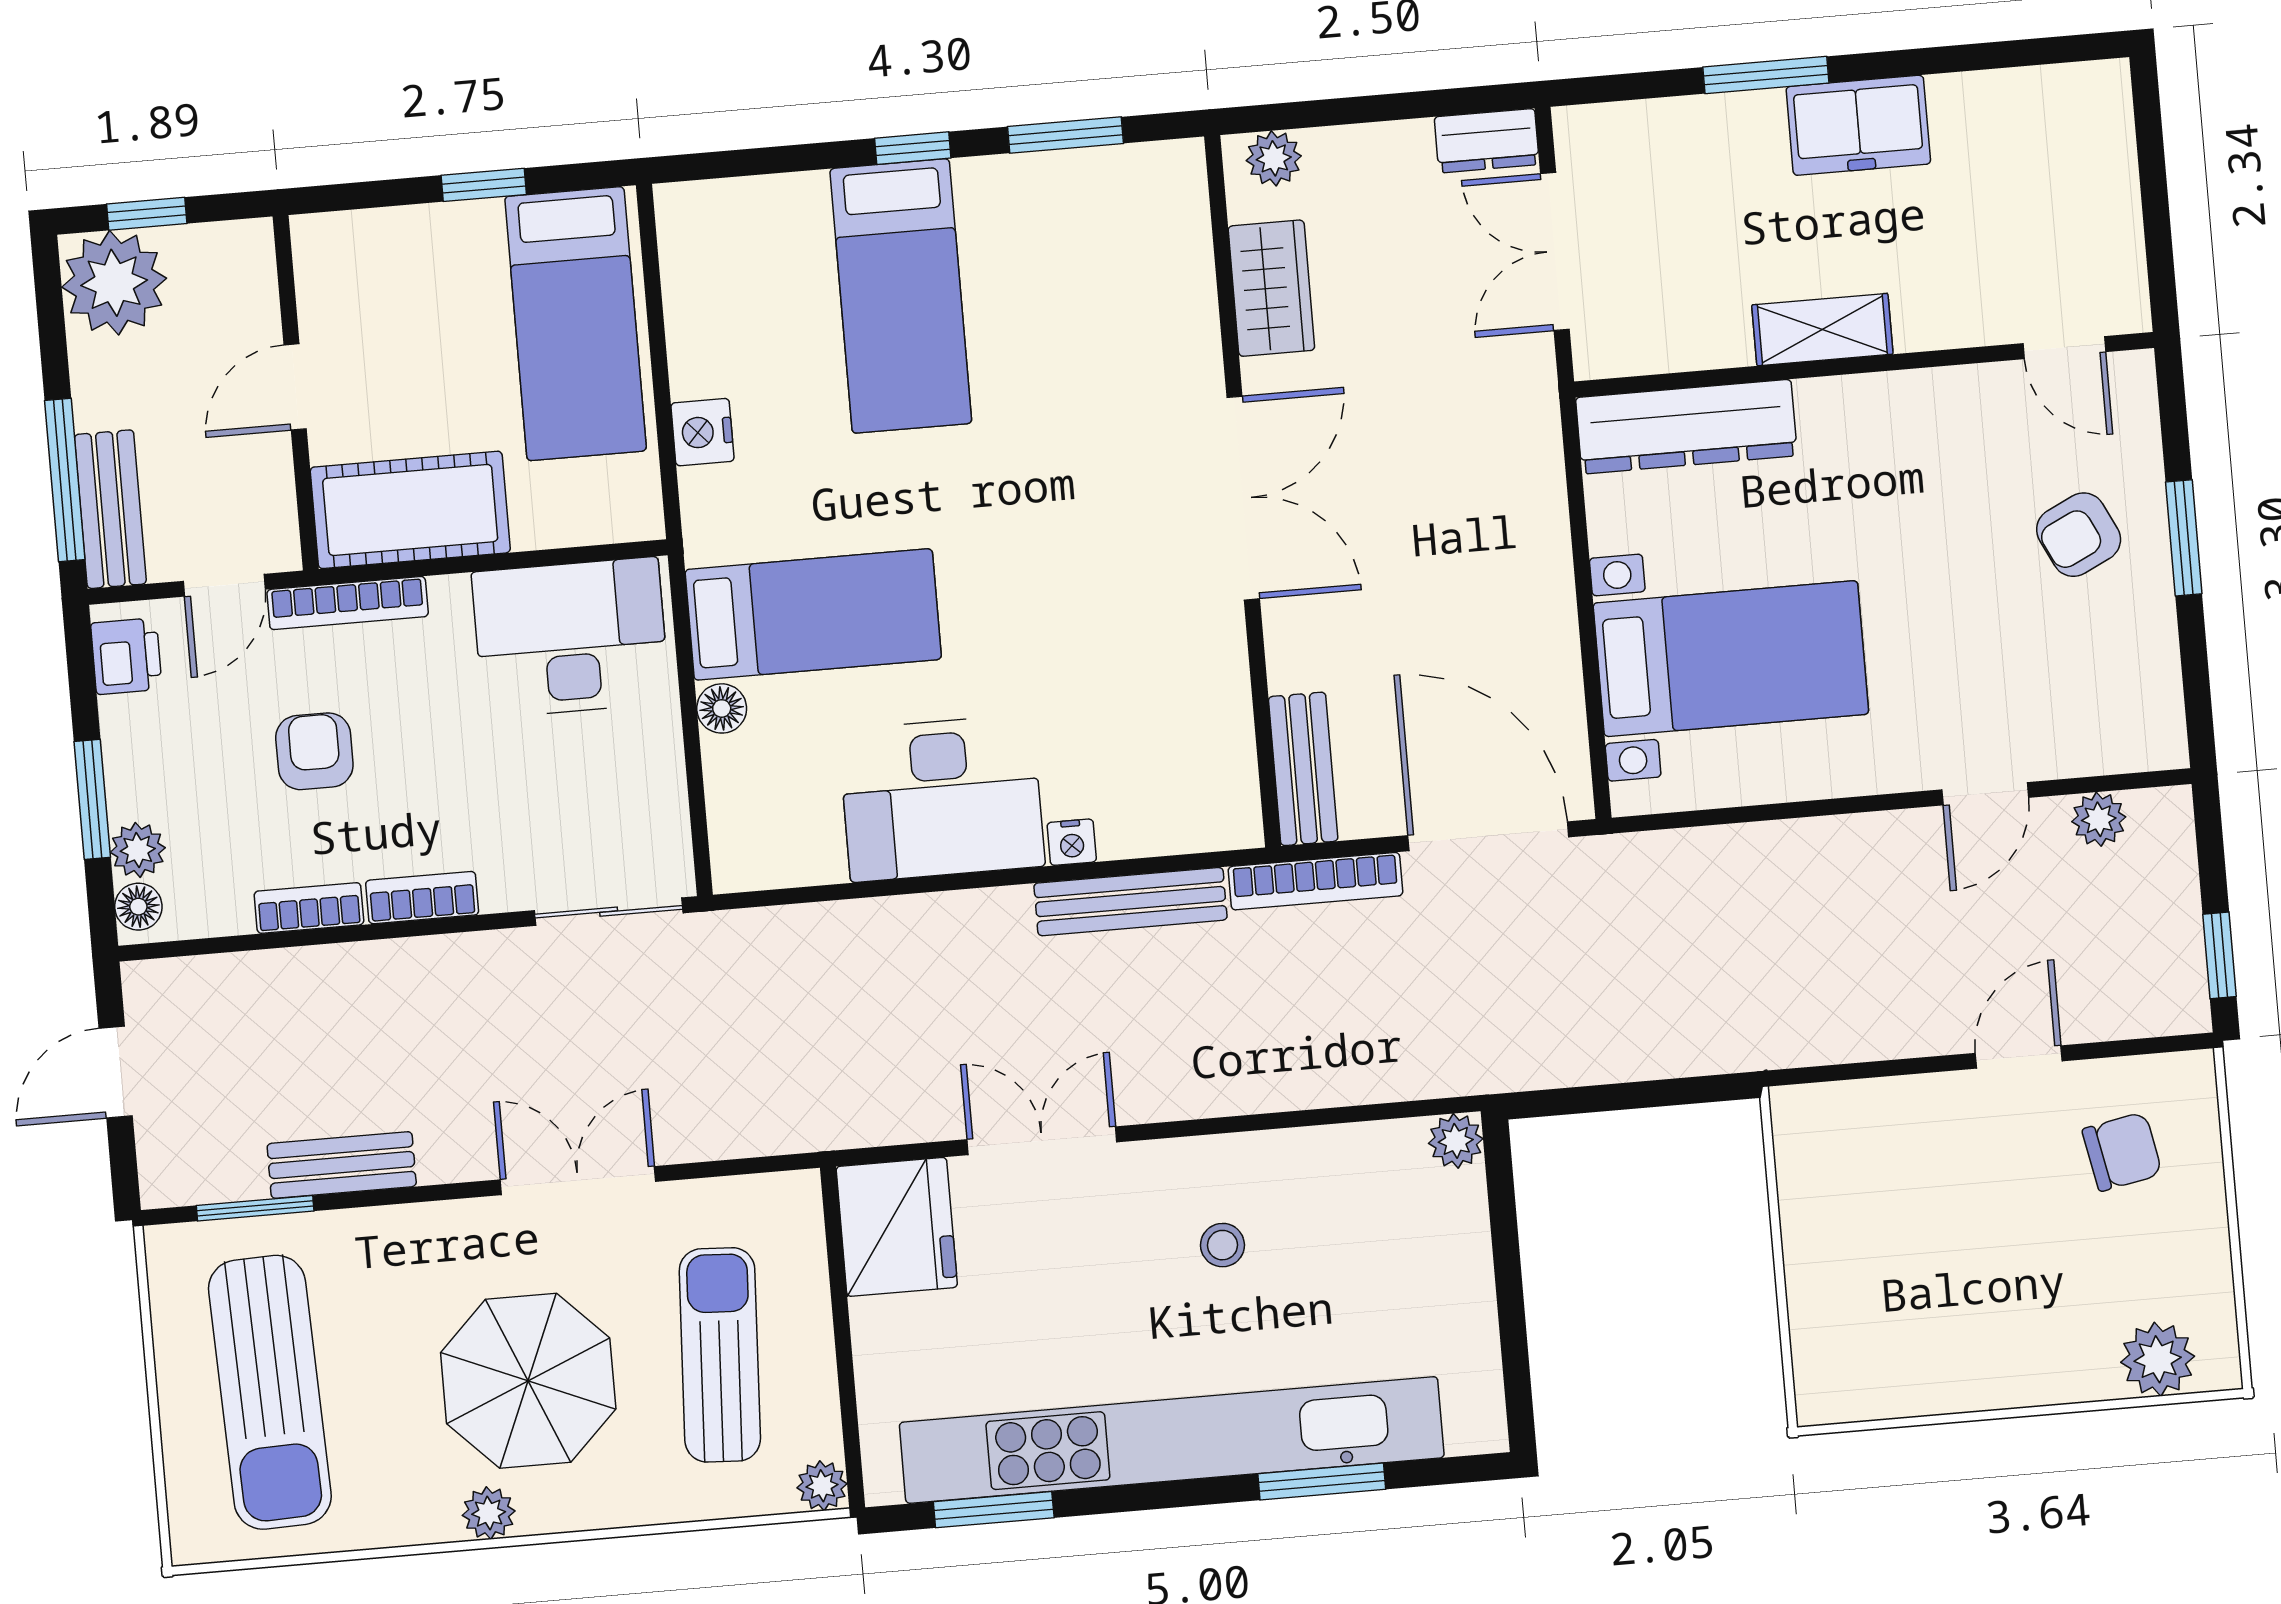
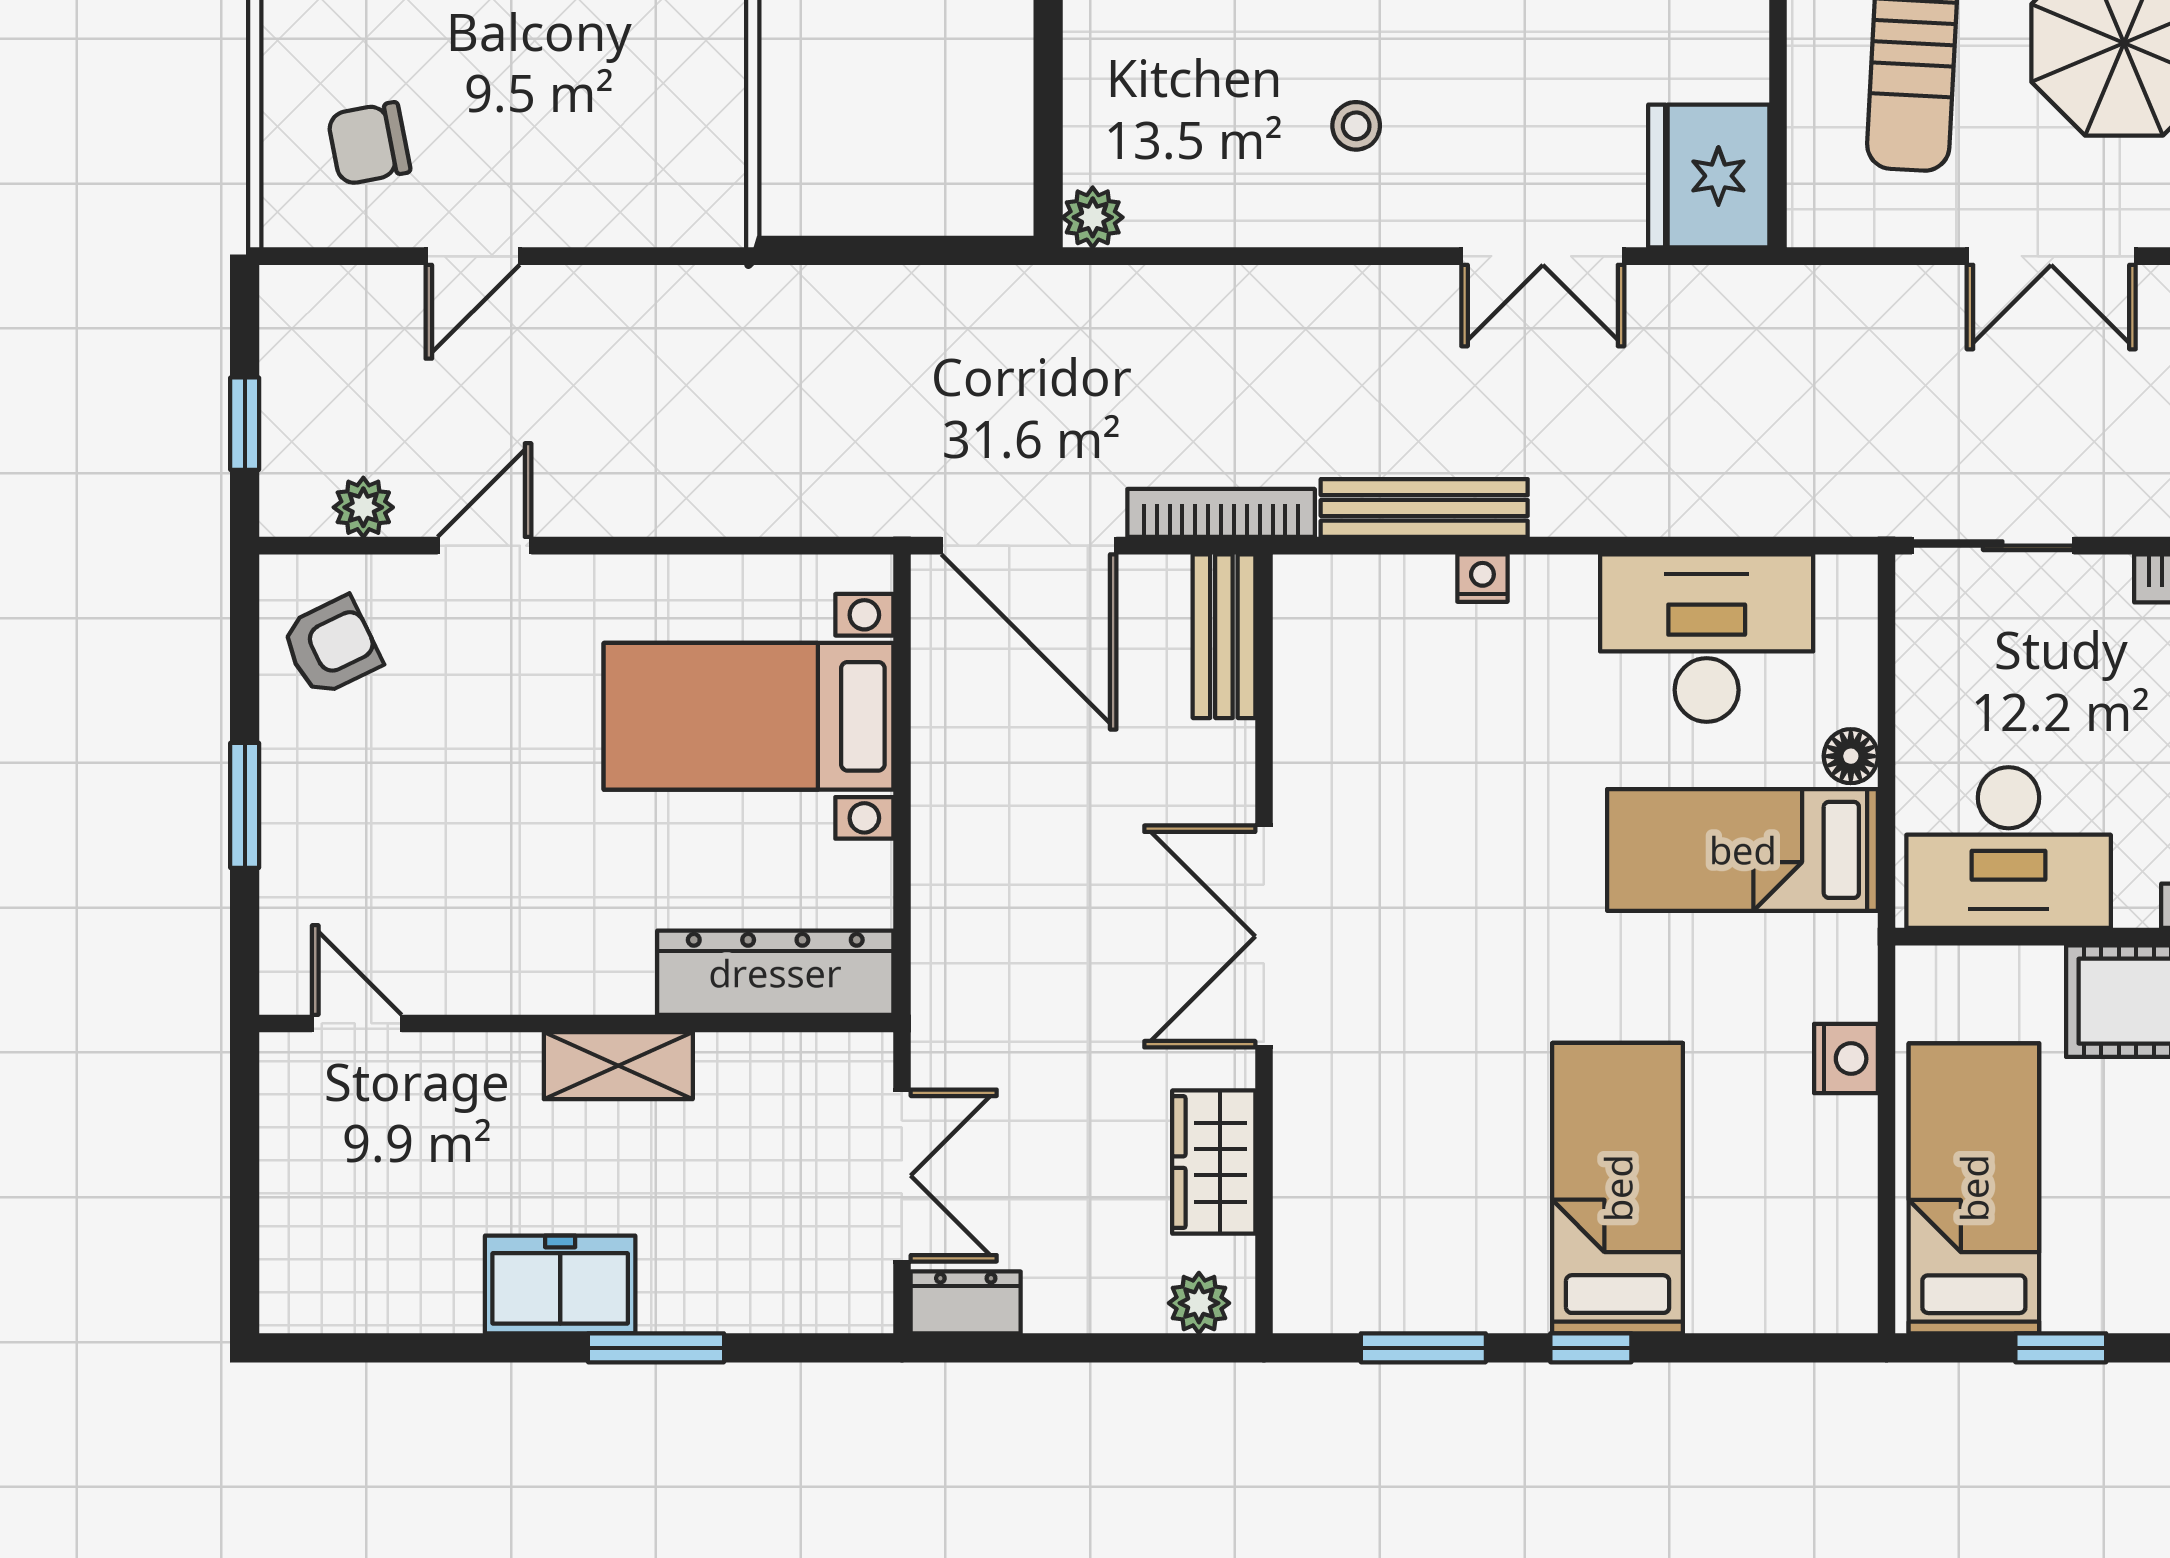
armchair: (2079, 535) -> (331, 646), moved
desk: (942, 798) -> (1707, 638), moved
window: (2220, 955) -> (245, 424), moved

